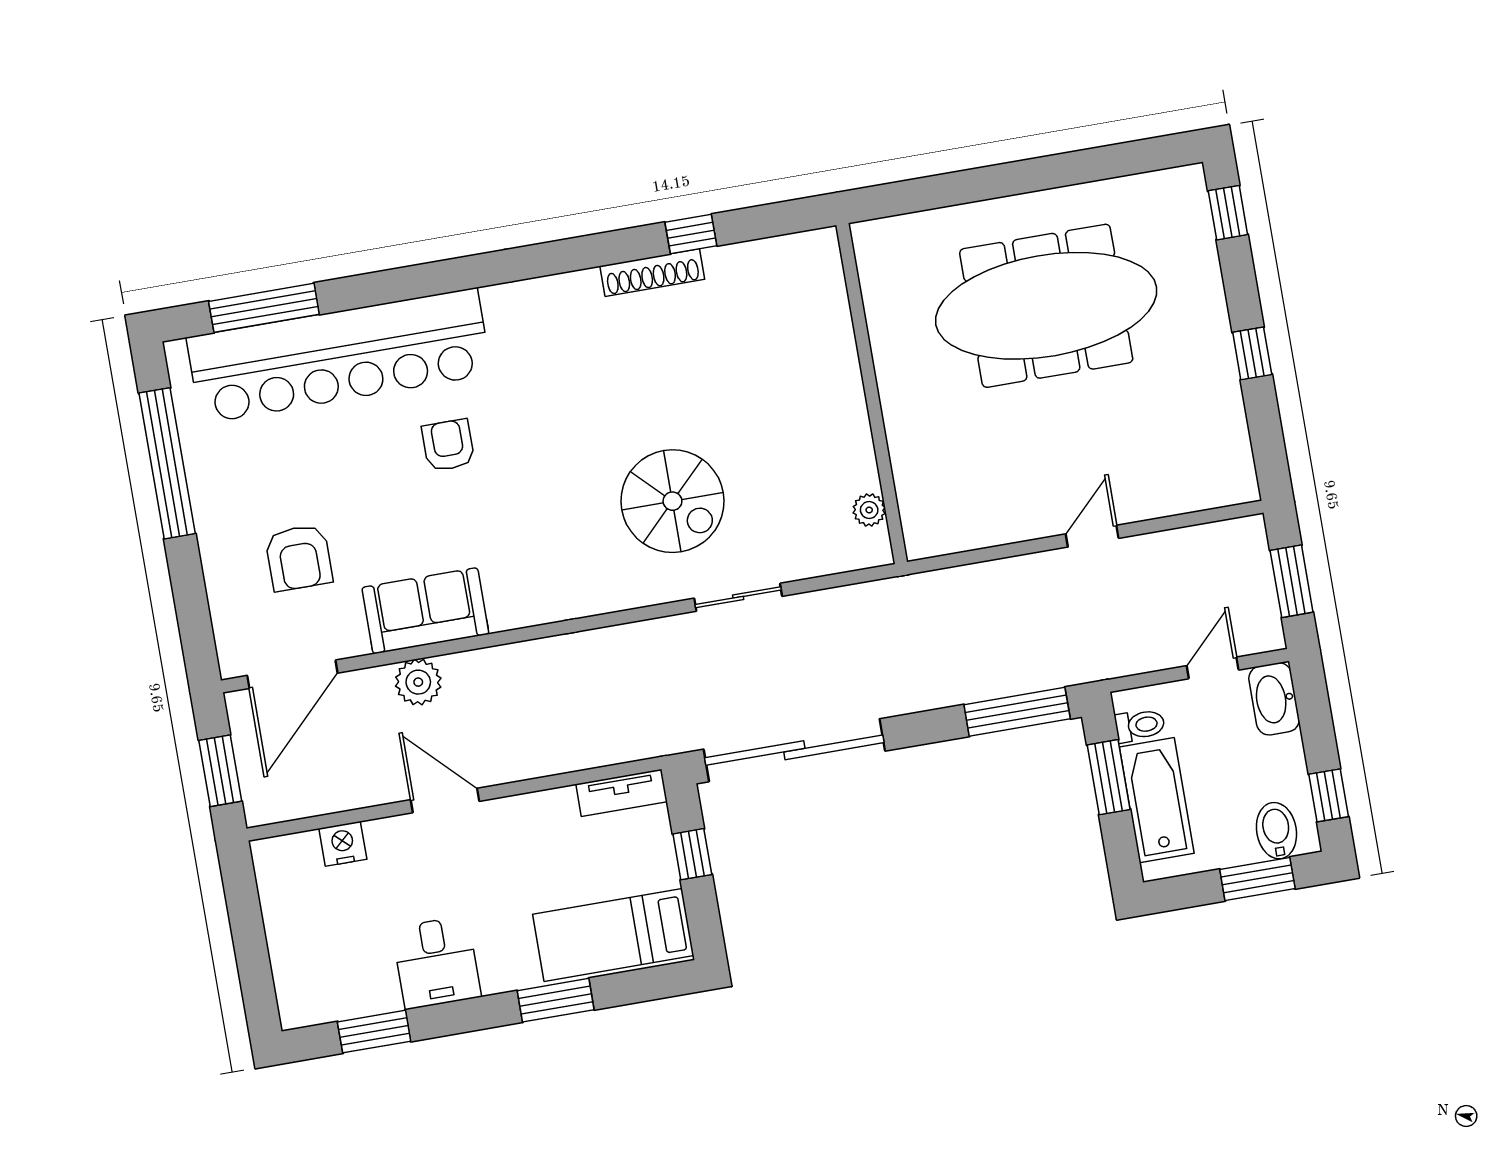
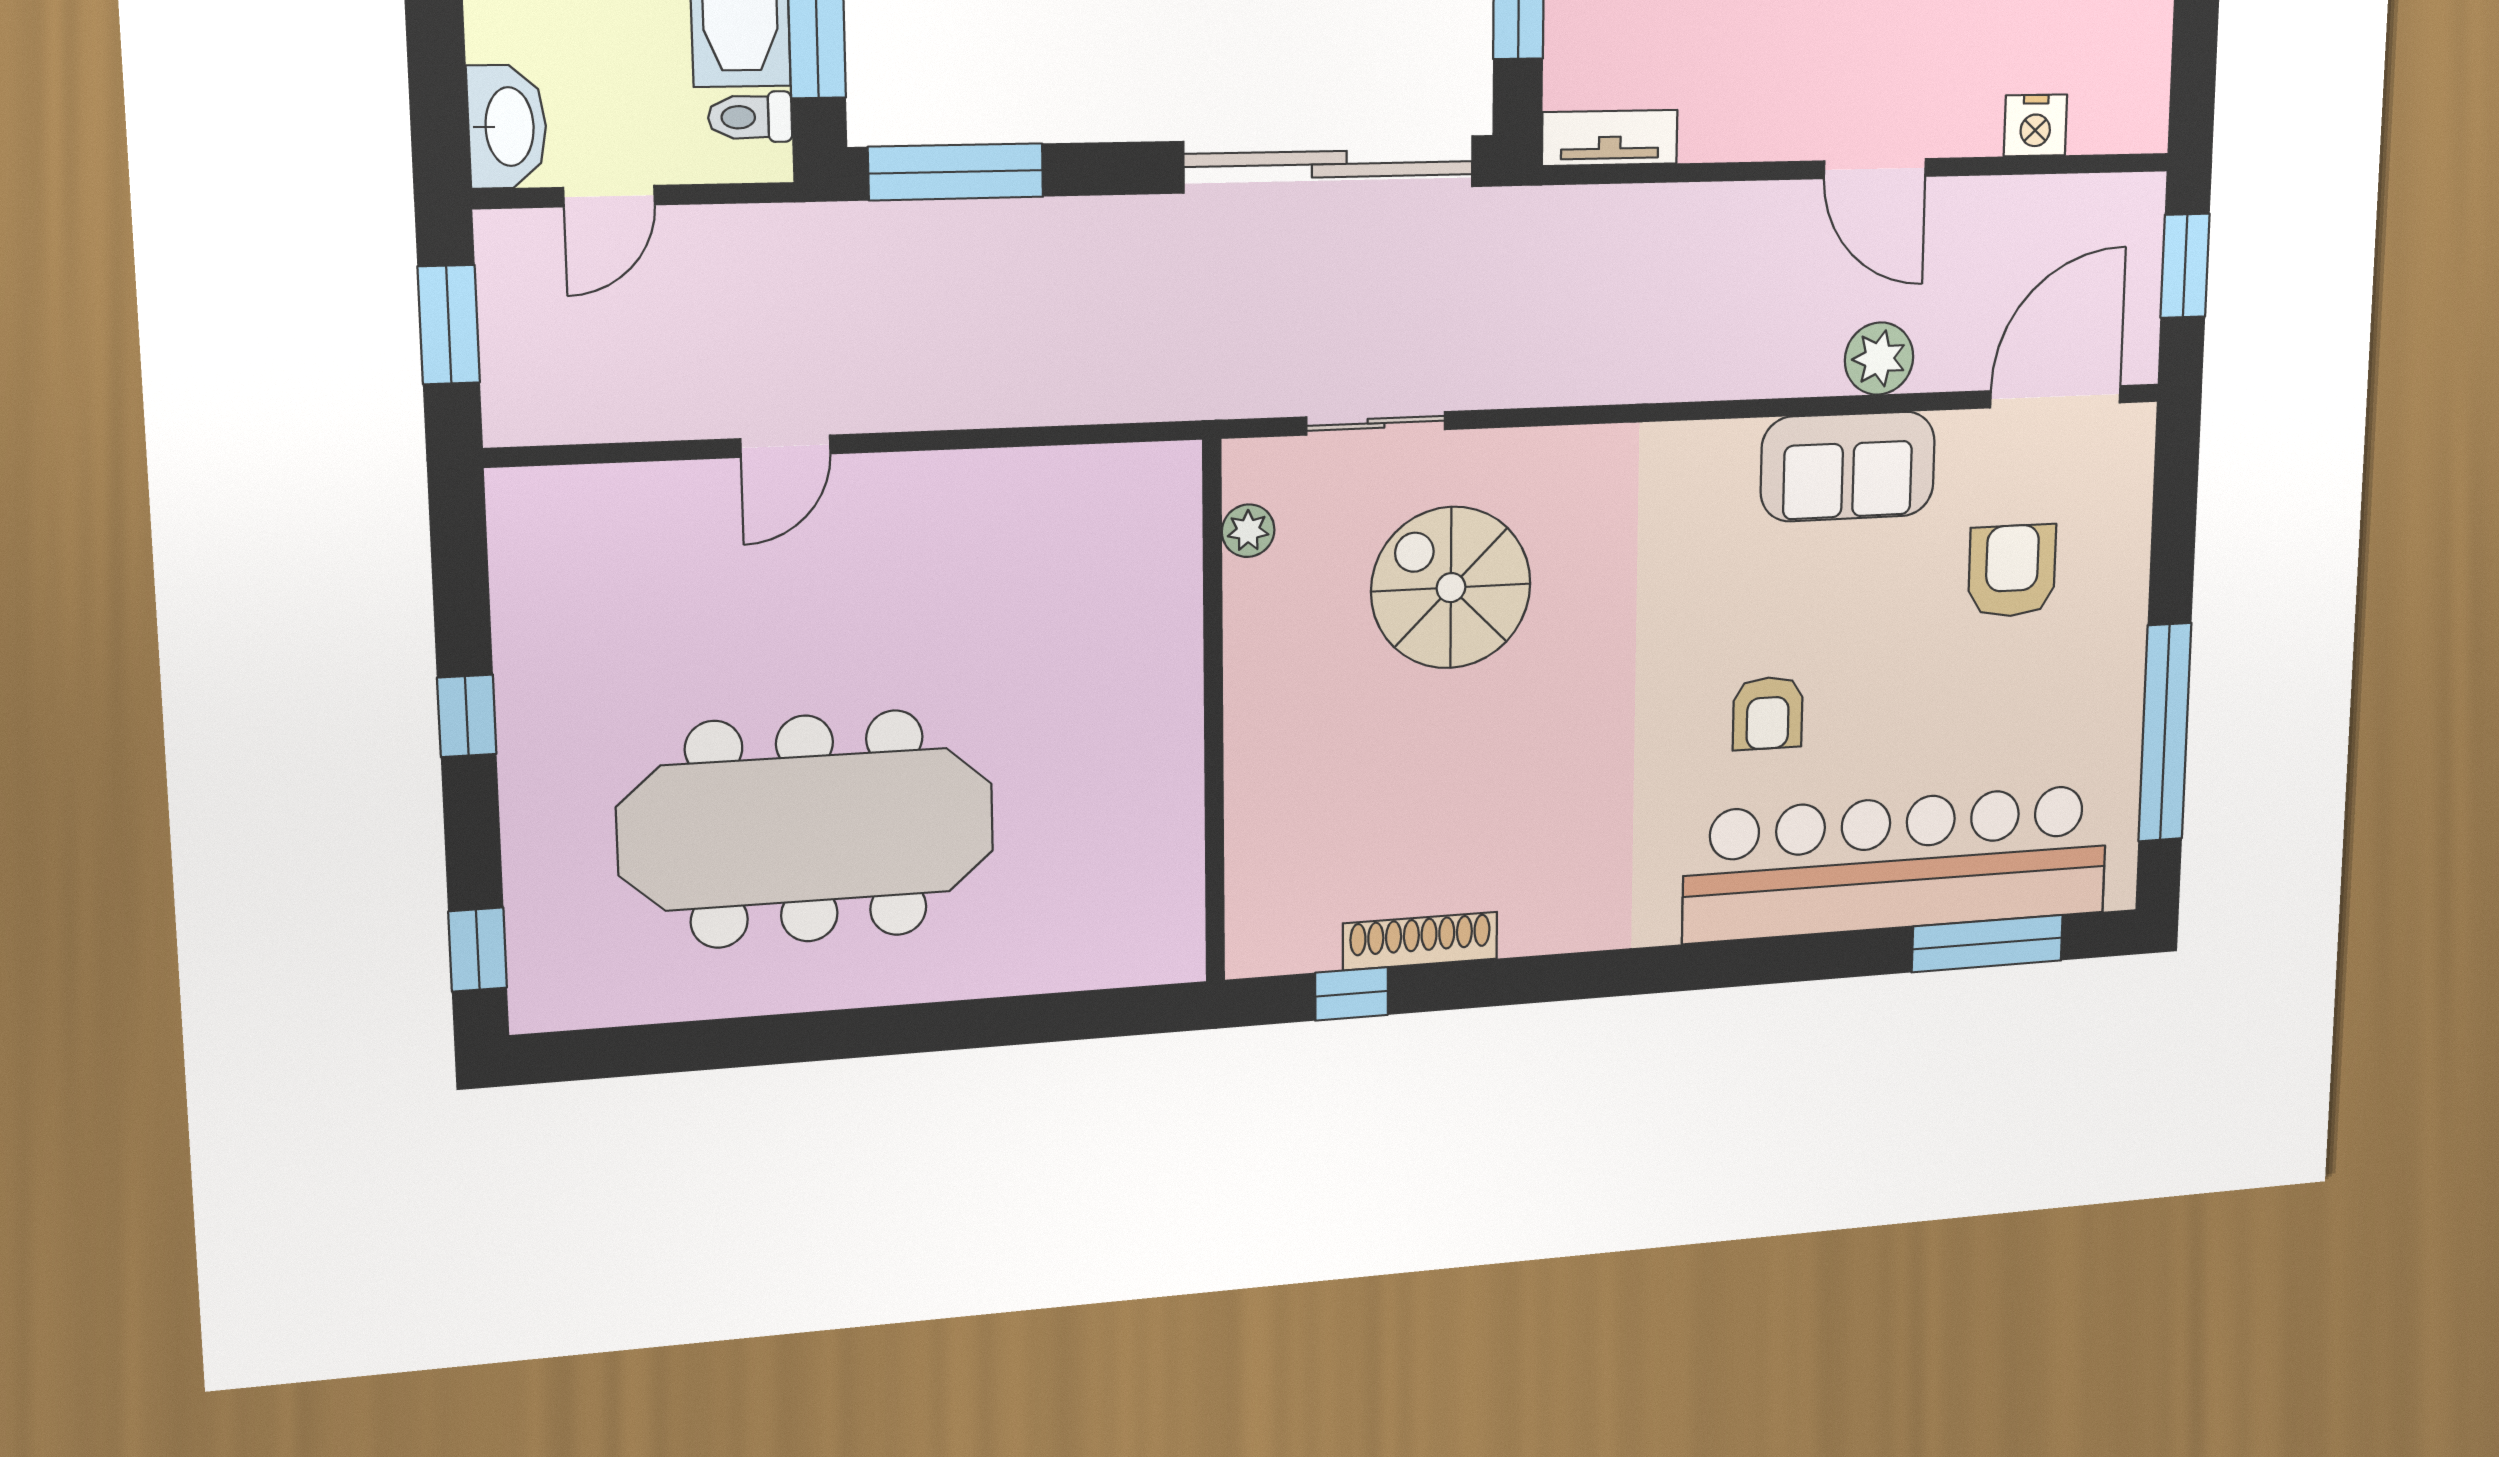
wall: (872, 394) -> (1214, 714), moved
plant: (869, 510) -> (1248, 531), moved

